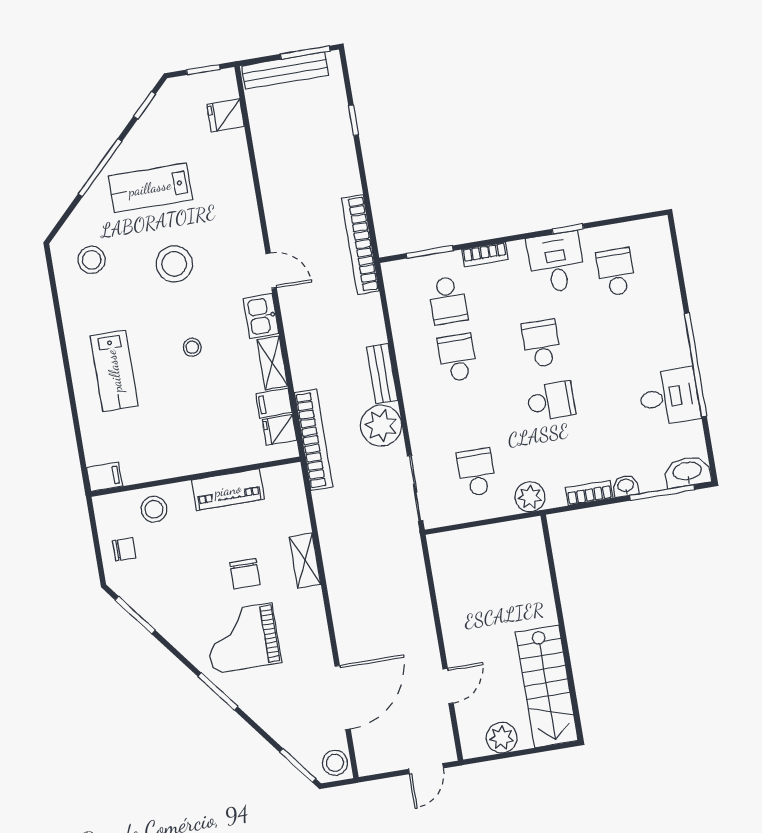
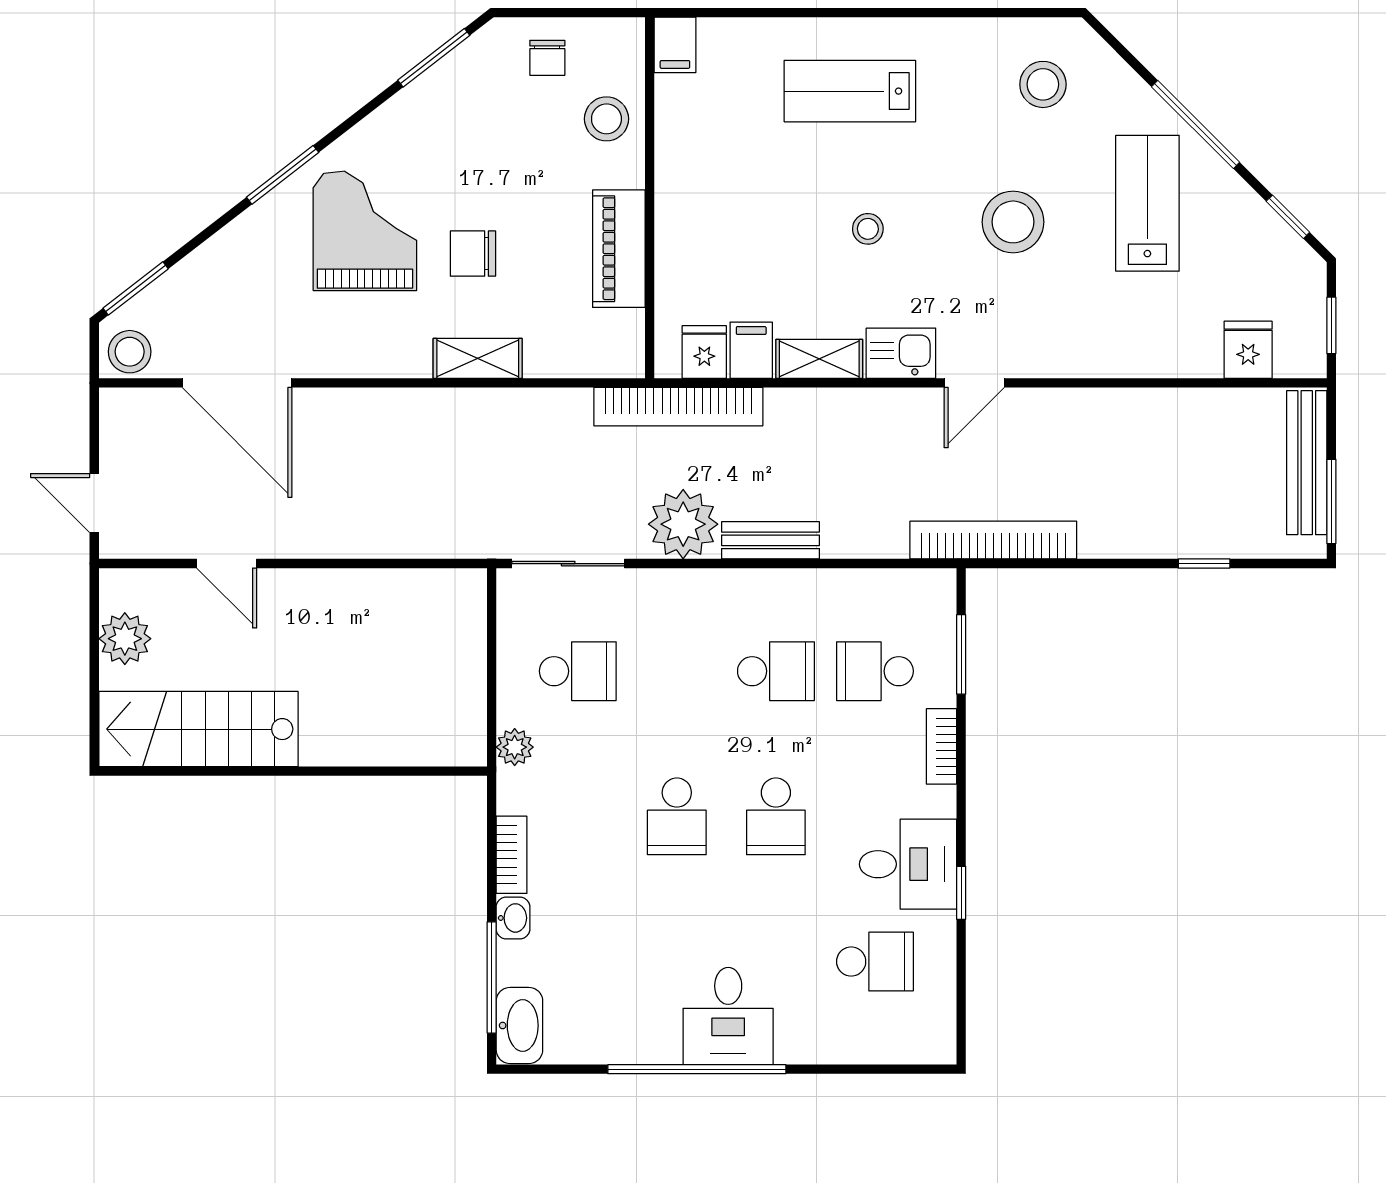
school desk: (541, 344) -> (776, 816), turned 90
desk: (669, 397) -> (728, 1016), moved
plant: (530, 497) -> (515, 747), width x0.73, depth x0.73

